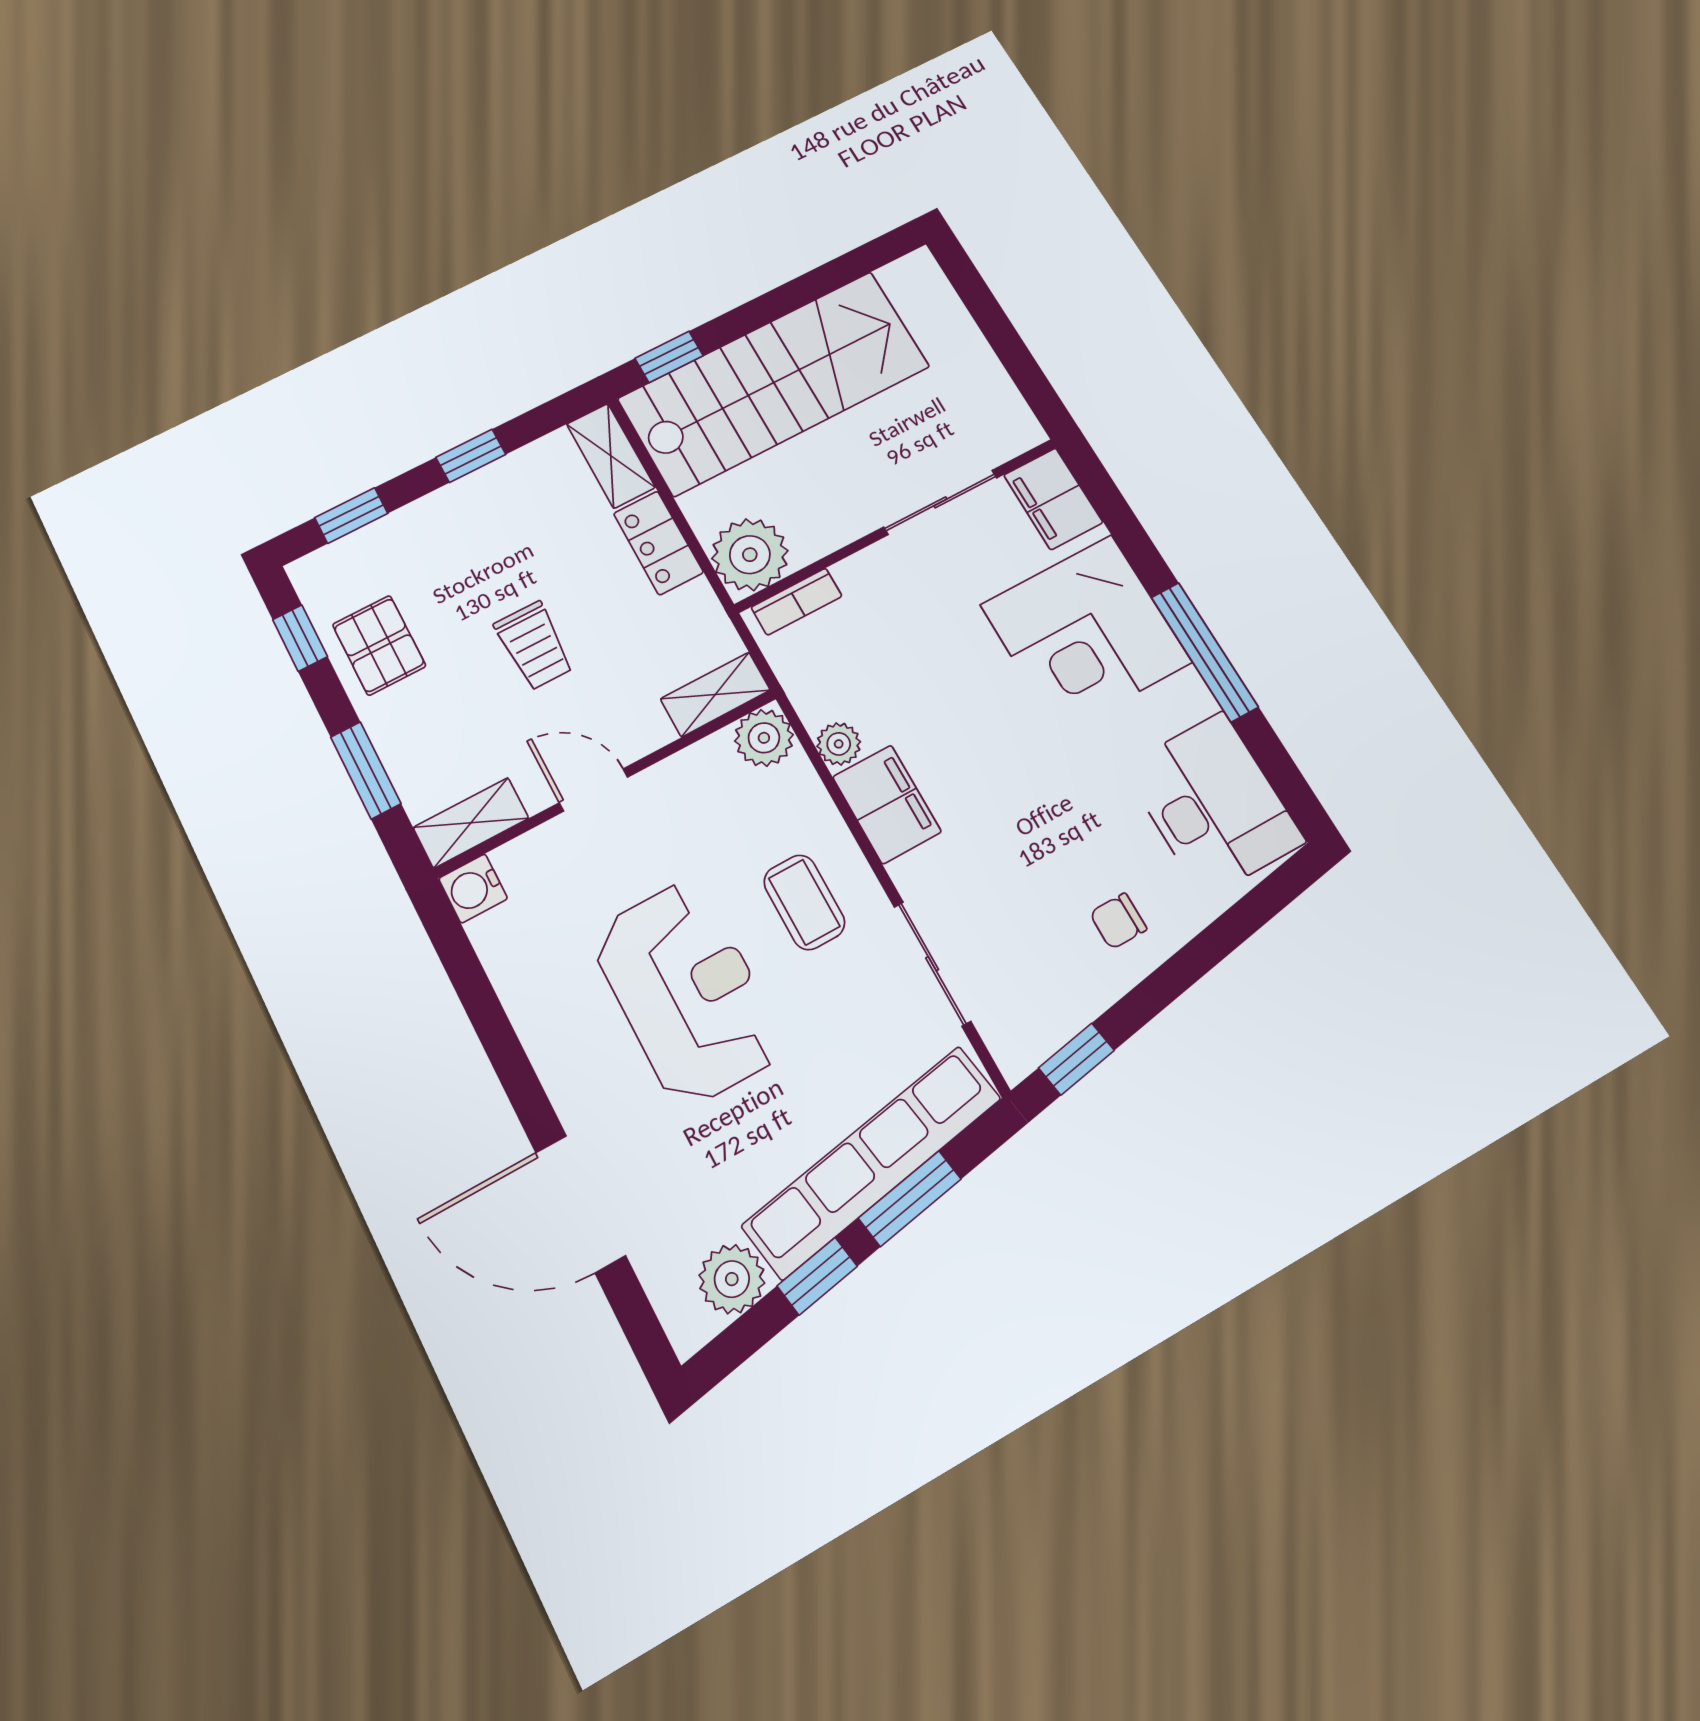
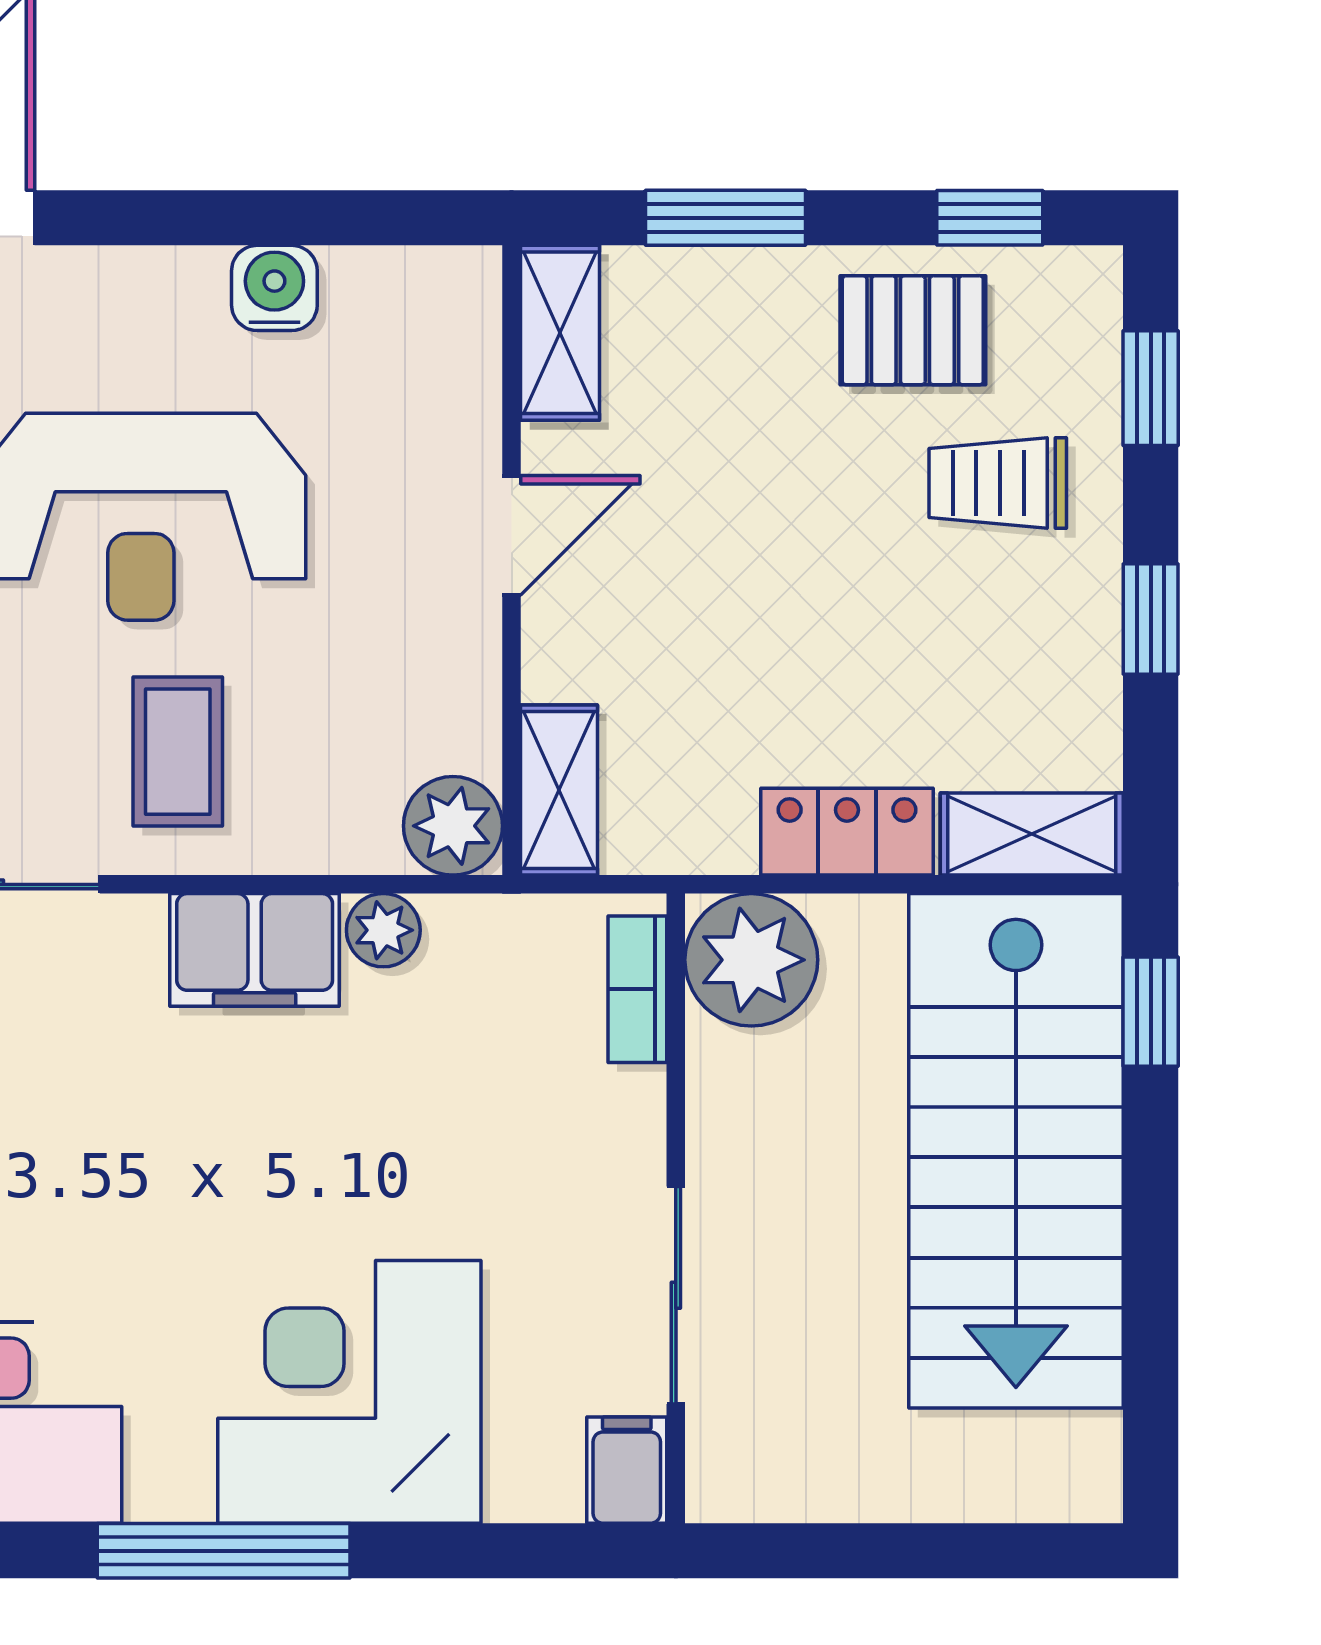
filing cabinet: (1053, 499) -> (627, 1470), width x0.50
trolley: (534, 646) -> (998, 483), moved
water cooler: (473, 889) -> (274, 288), moved
coffee table: (804, 902) -> (178, 752), turned 90

